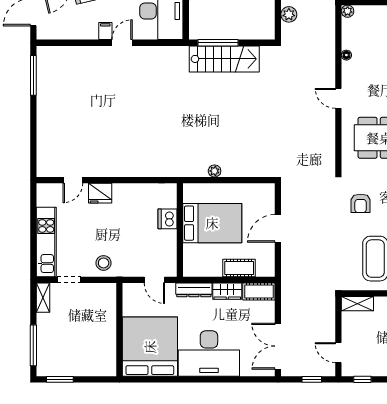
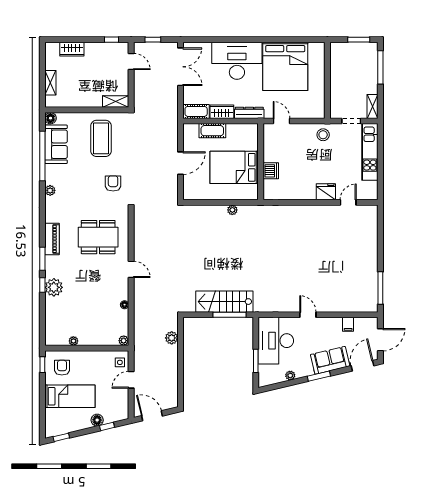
filing cabinet: (105, 31) -> (348, 324), moved
door: (122, 43) -> (308, 315), swing flipped
wall: (119, 330) -> (327, 80), moved

